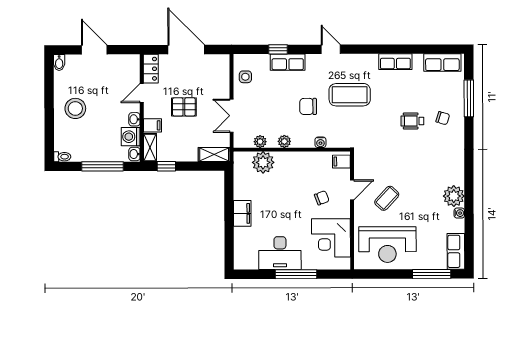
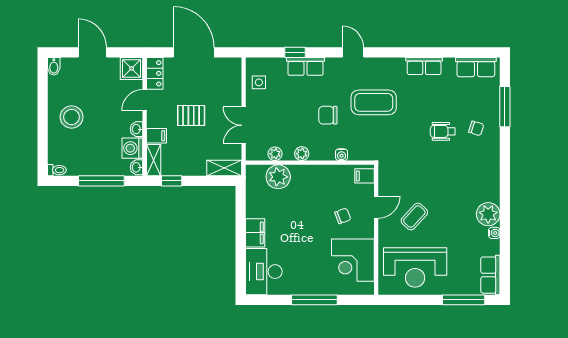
shower: (130, 64) -> (132, 68), added
desk: (280, 253) -> (264, 272), moved, turned 90

